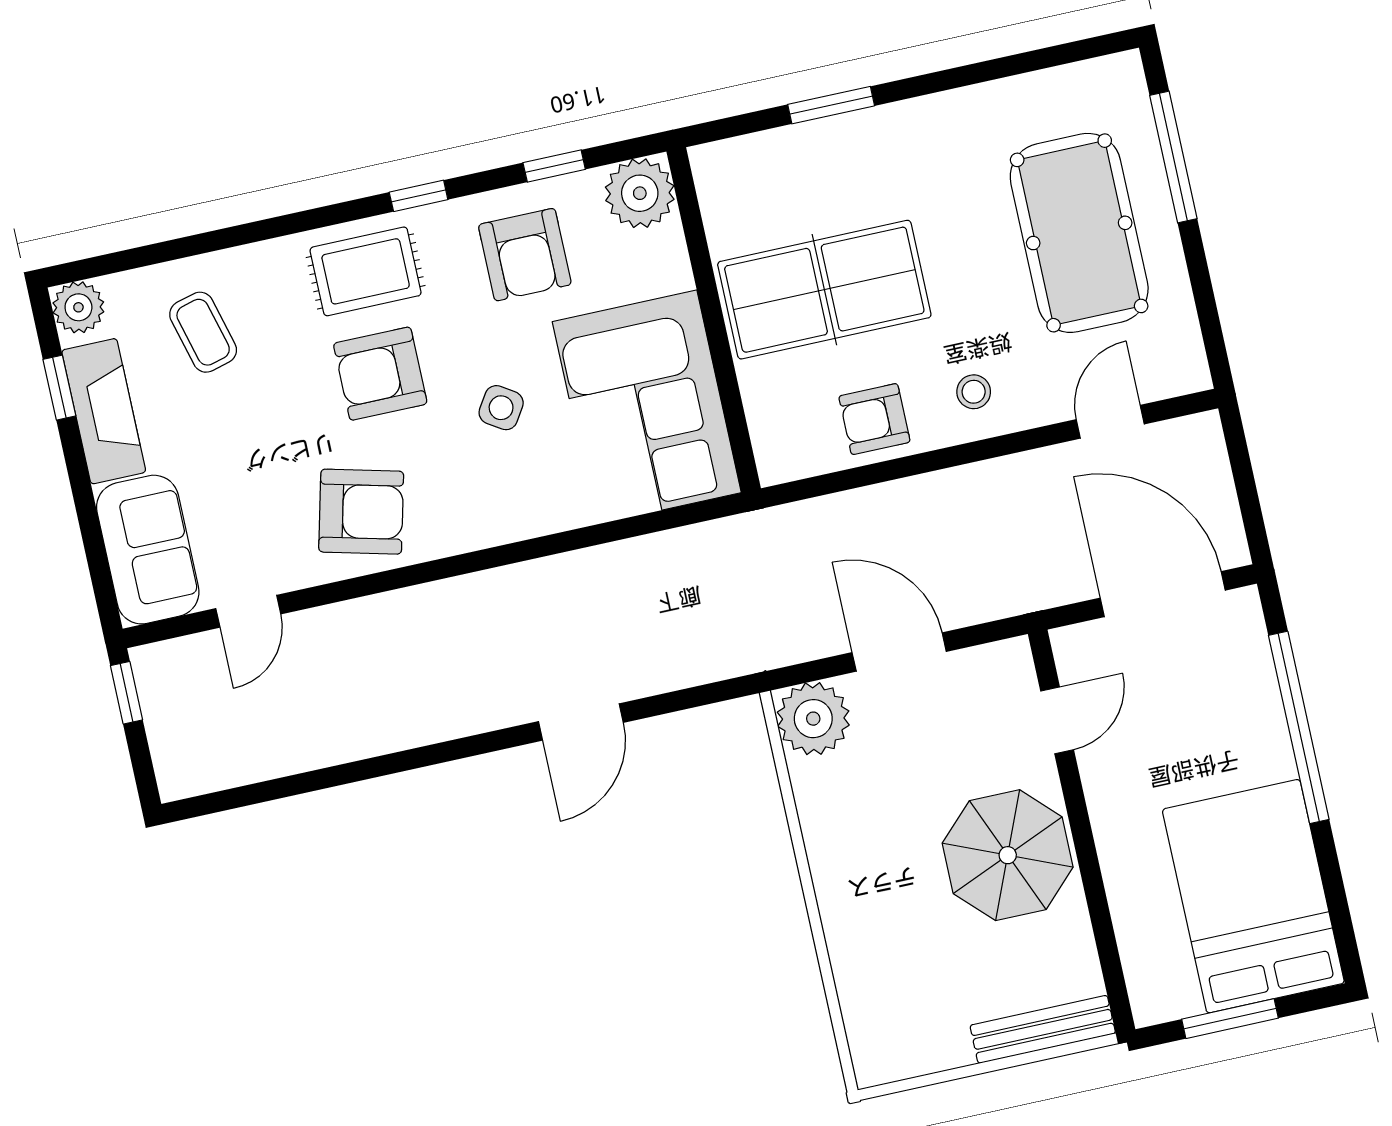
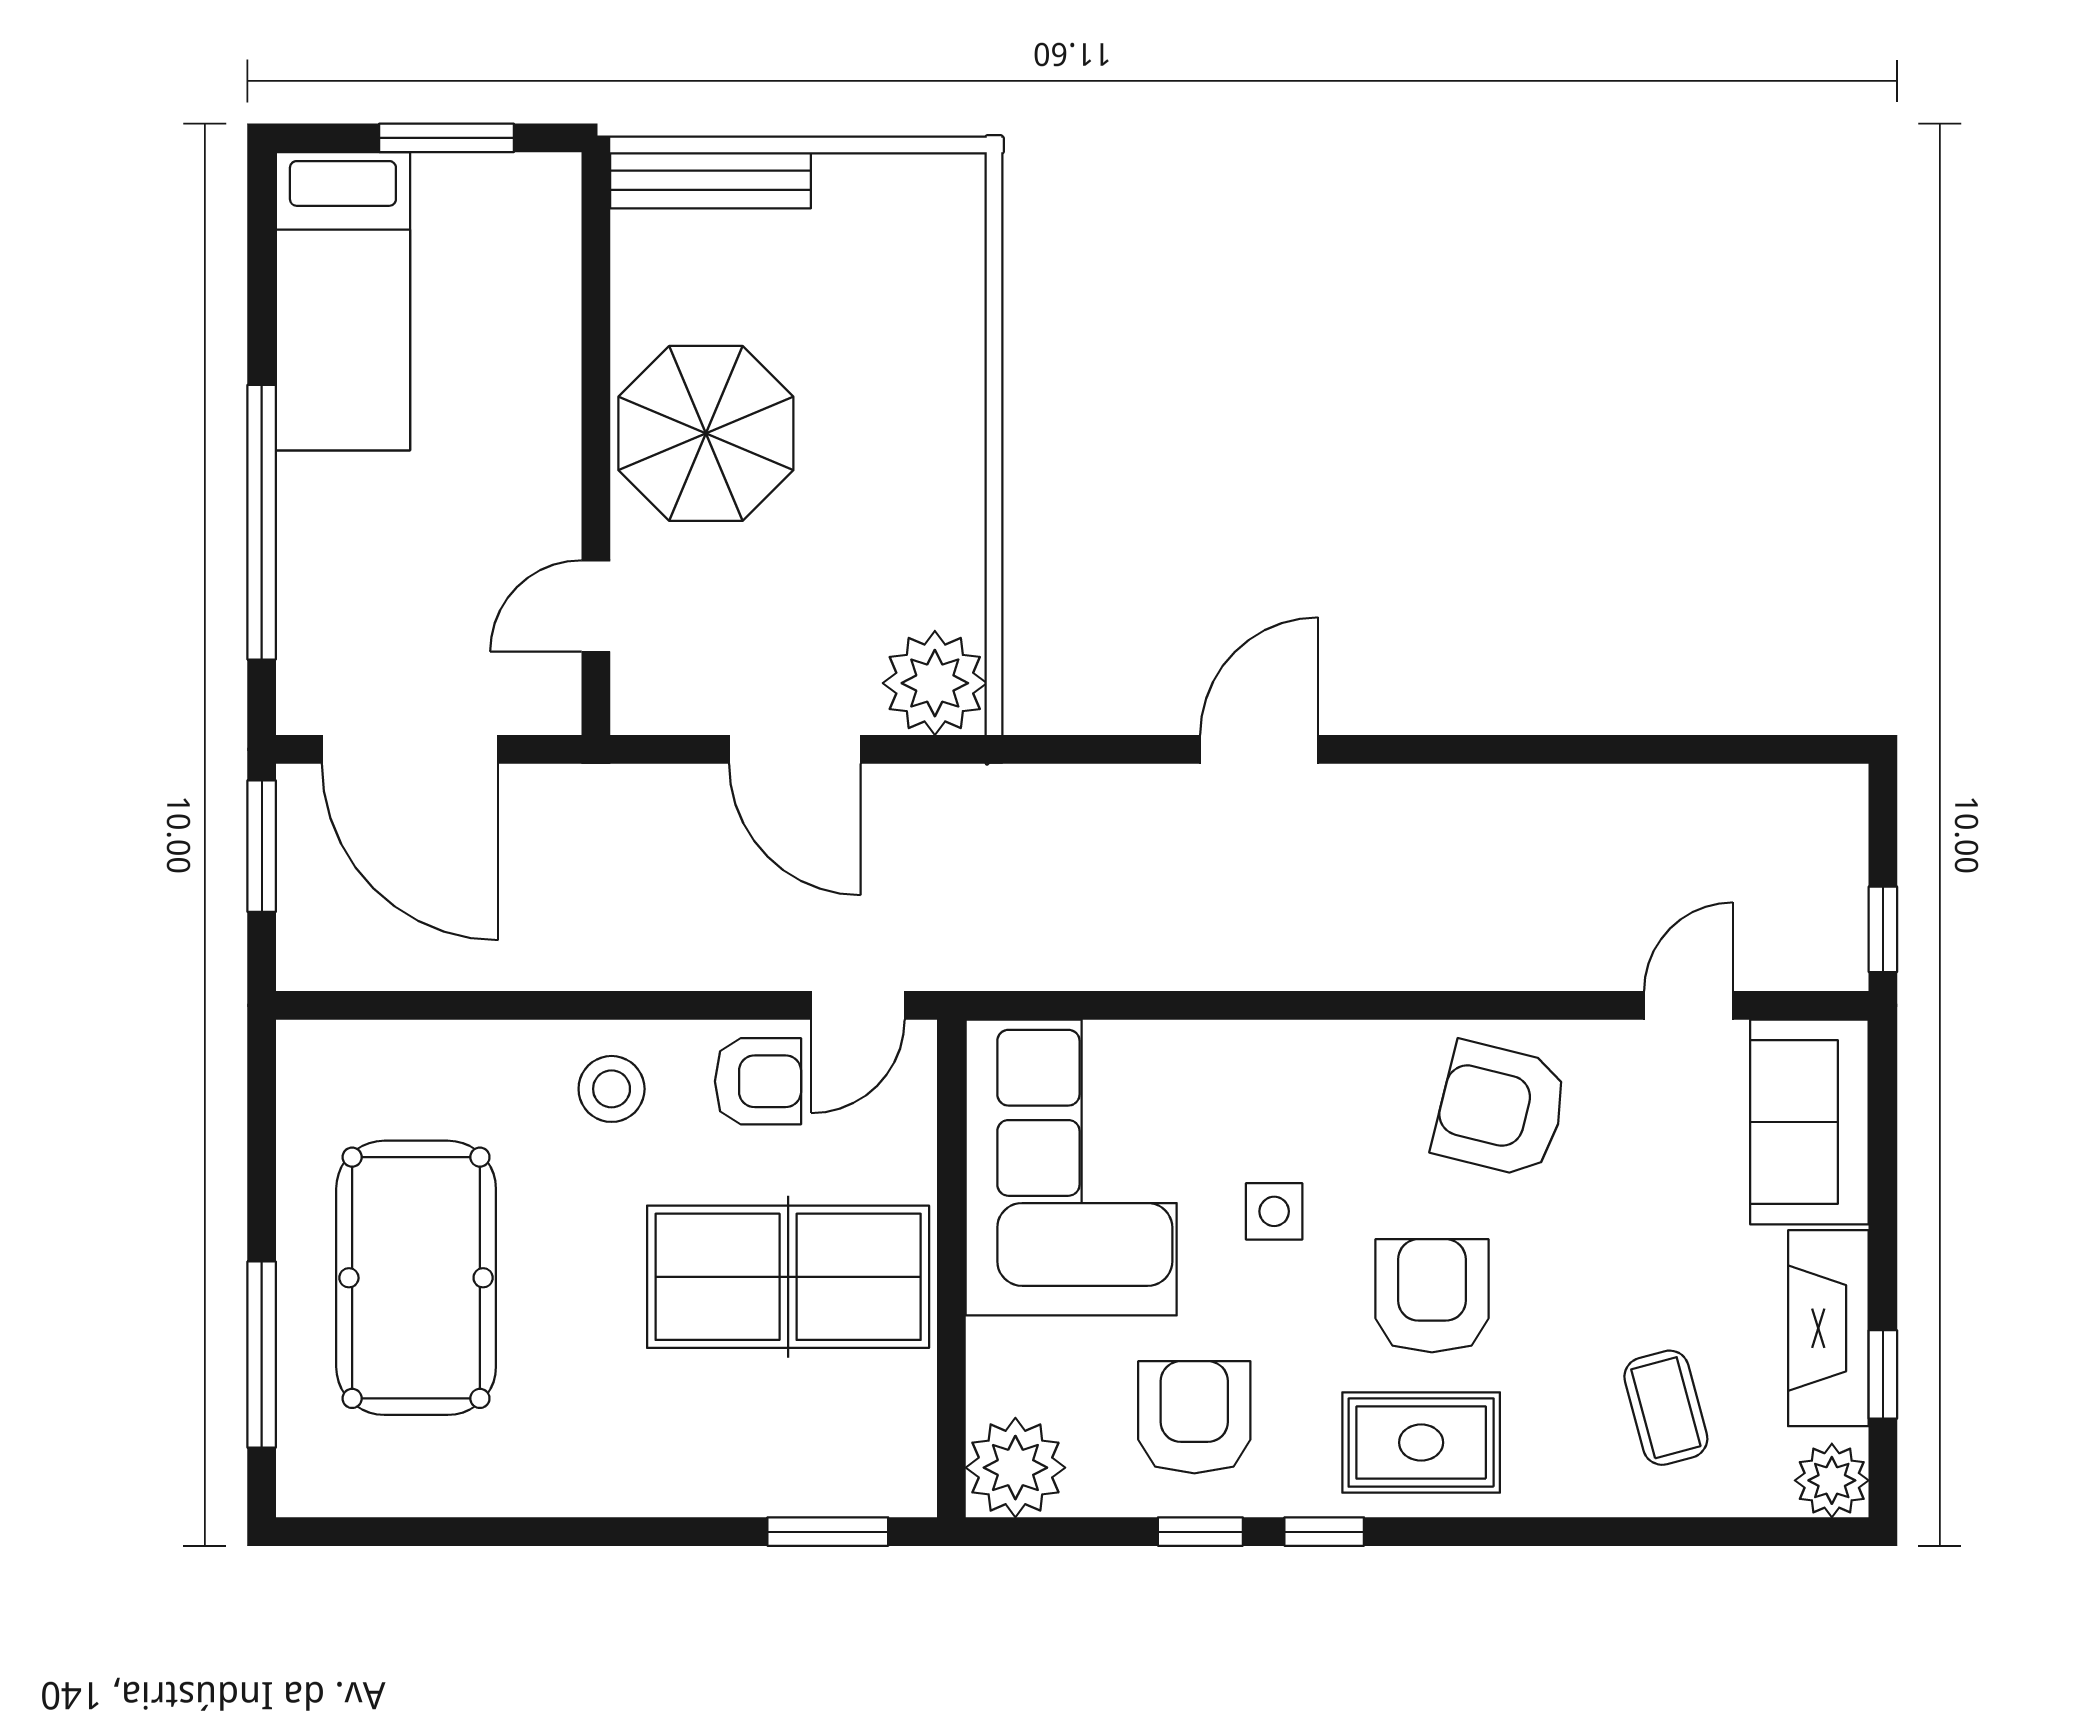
window: (831, 105) -> (828, 1532), moved
window: (554, 166) -> (1200, 1532), moved
armchair: (380, 374) -> (1432, 1296), turned -90
stool: (974, 392) -> (612, 1089), width x1.37, depth x1.37
side table: (501, 408) -> (1274, 1211), turned -33
door: (1110, 422) -> (858, 1005), moved
window: (1250, 505) -> (262, 846), added
bed: (1253, 896) -> (343, 301), width x0.67

